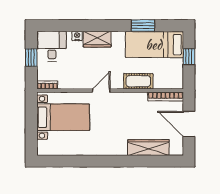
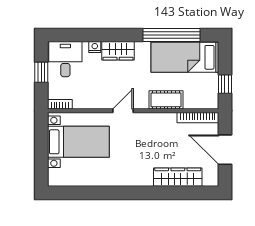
window: (143, 26) -> (172, 35), width x2.11
window: (189, 57) -> (225, 84), moved

